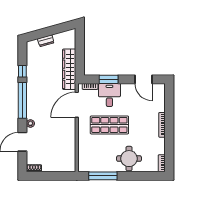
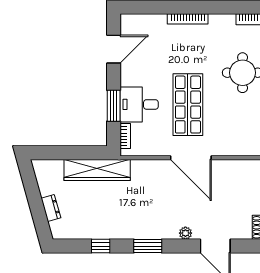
window: (22, 100) -> (148, 246), width x0.47
door: (77, 105) -> (191, 158), moved

